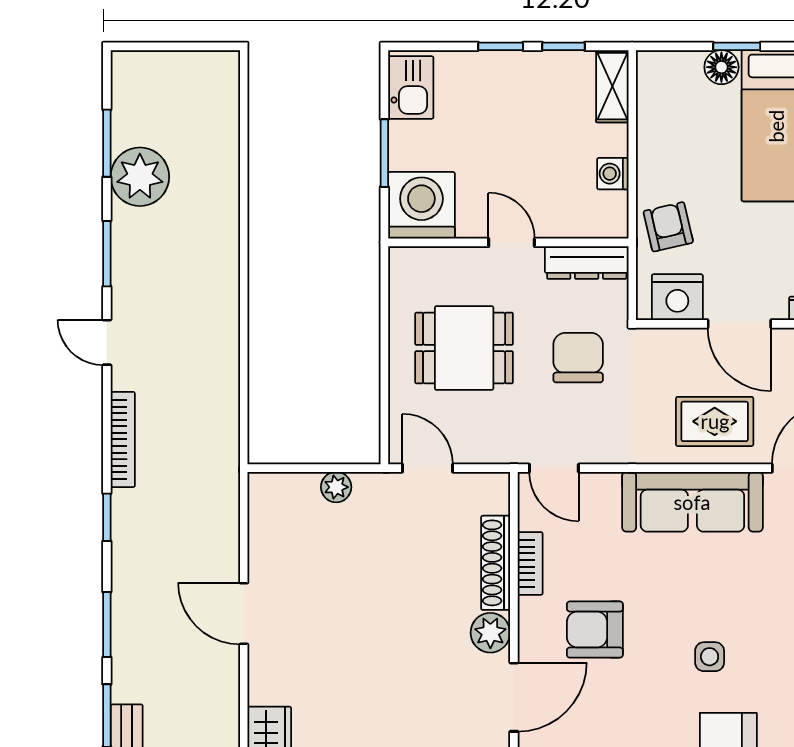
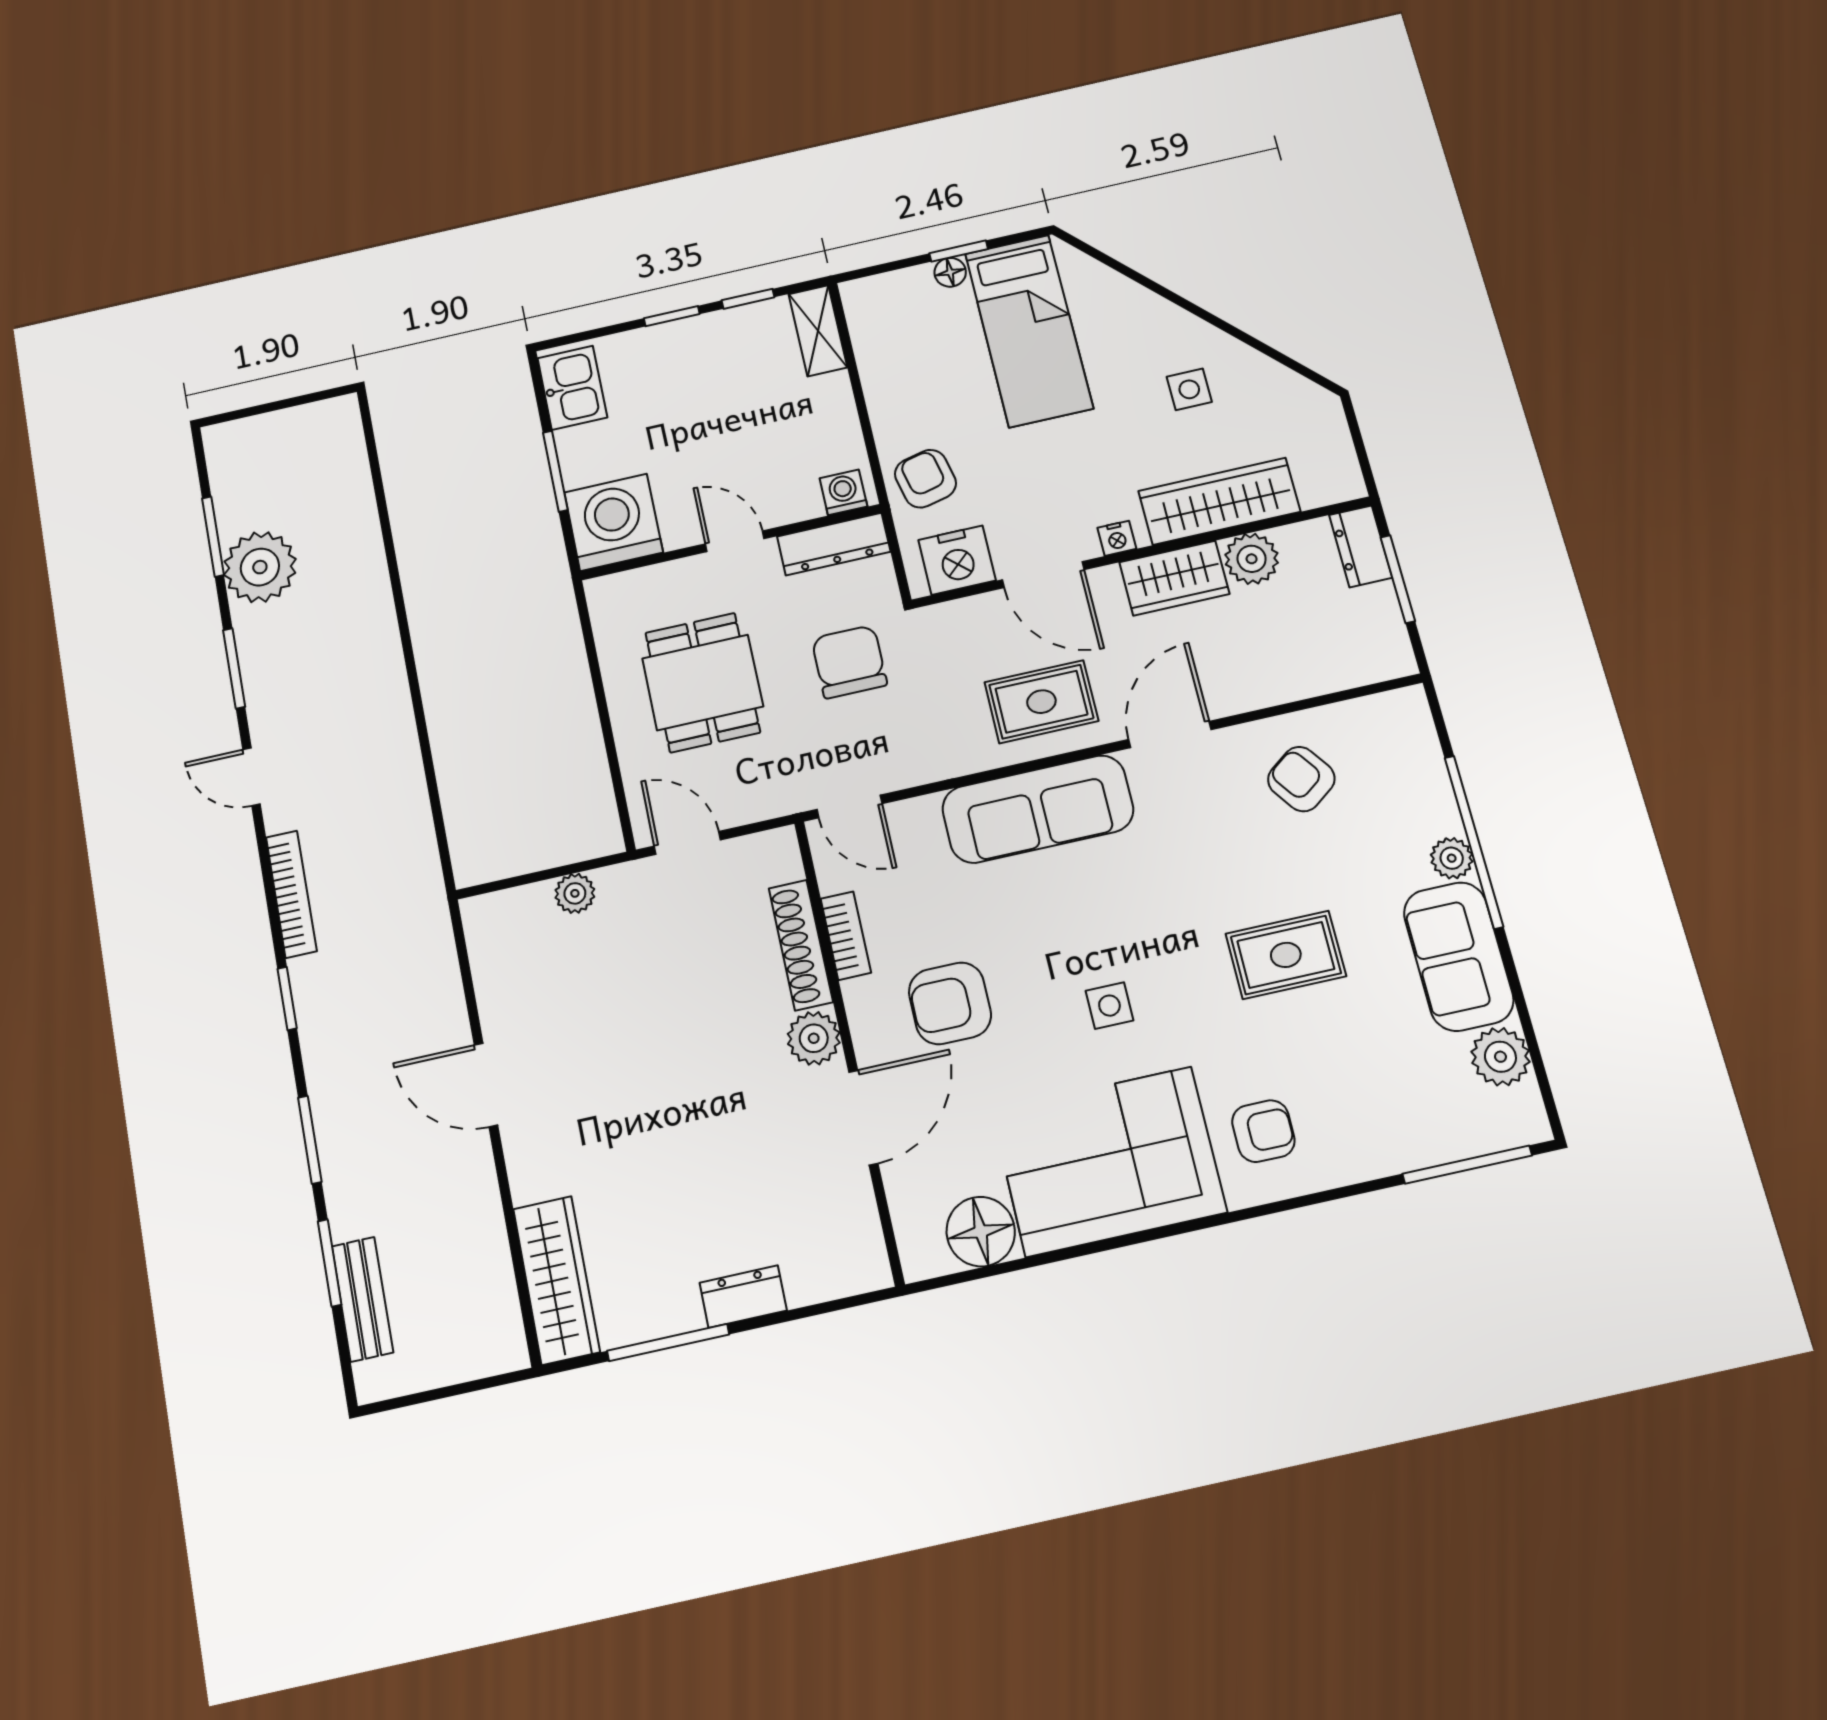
floor lamp: (721, 67) -> (950, 272), width x0.73, depth x0.73
washing machine: (613, 174) -> (843, 492), moved, turned 90
dining table: (464, 348) -> (703, 682), turned 90

